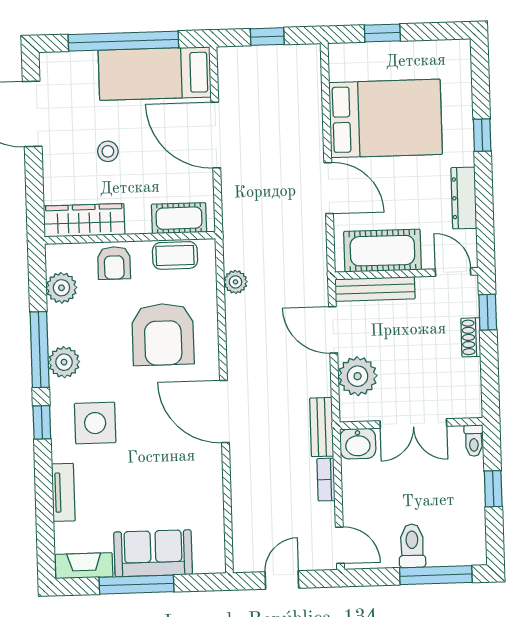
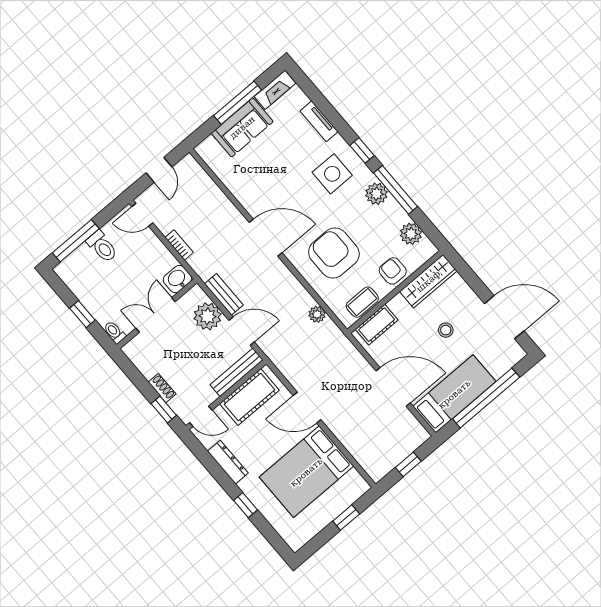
bench: (322, 427) -> (224, 294), moved

